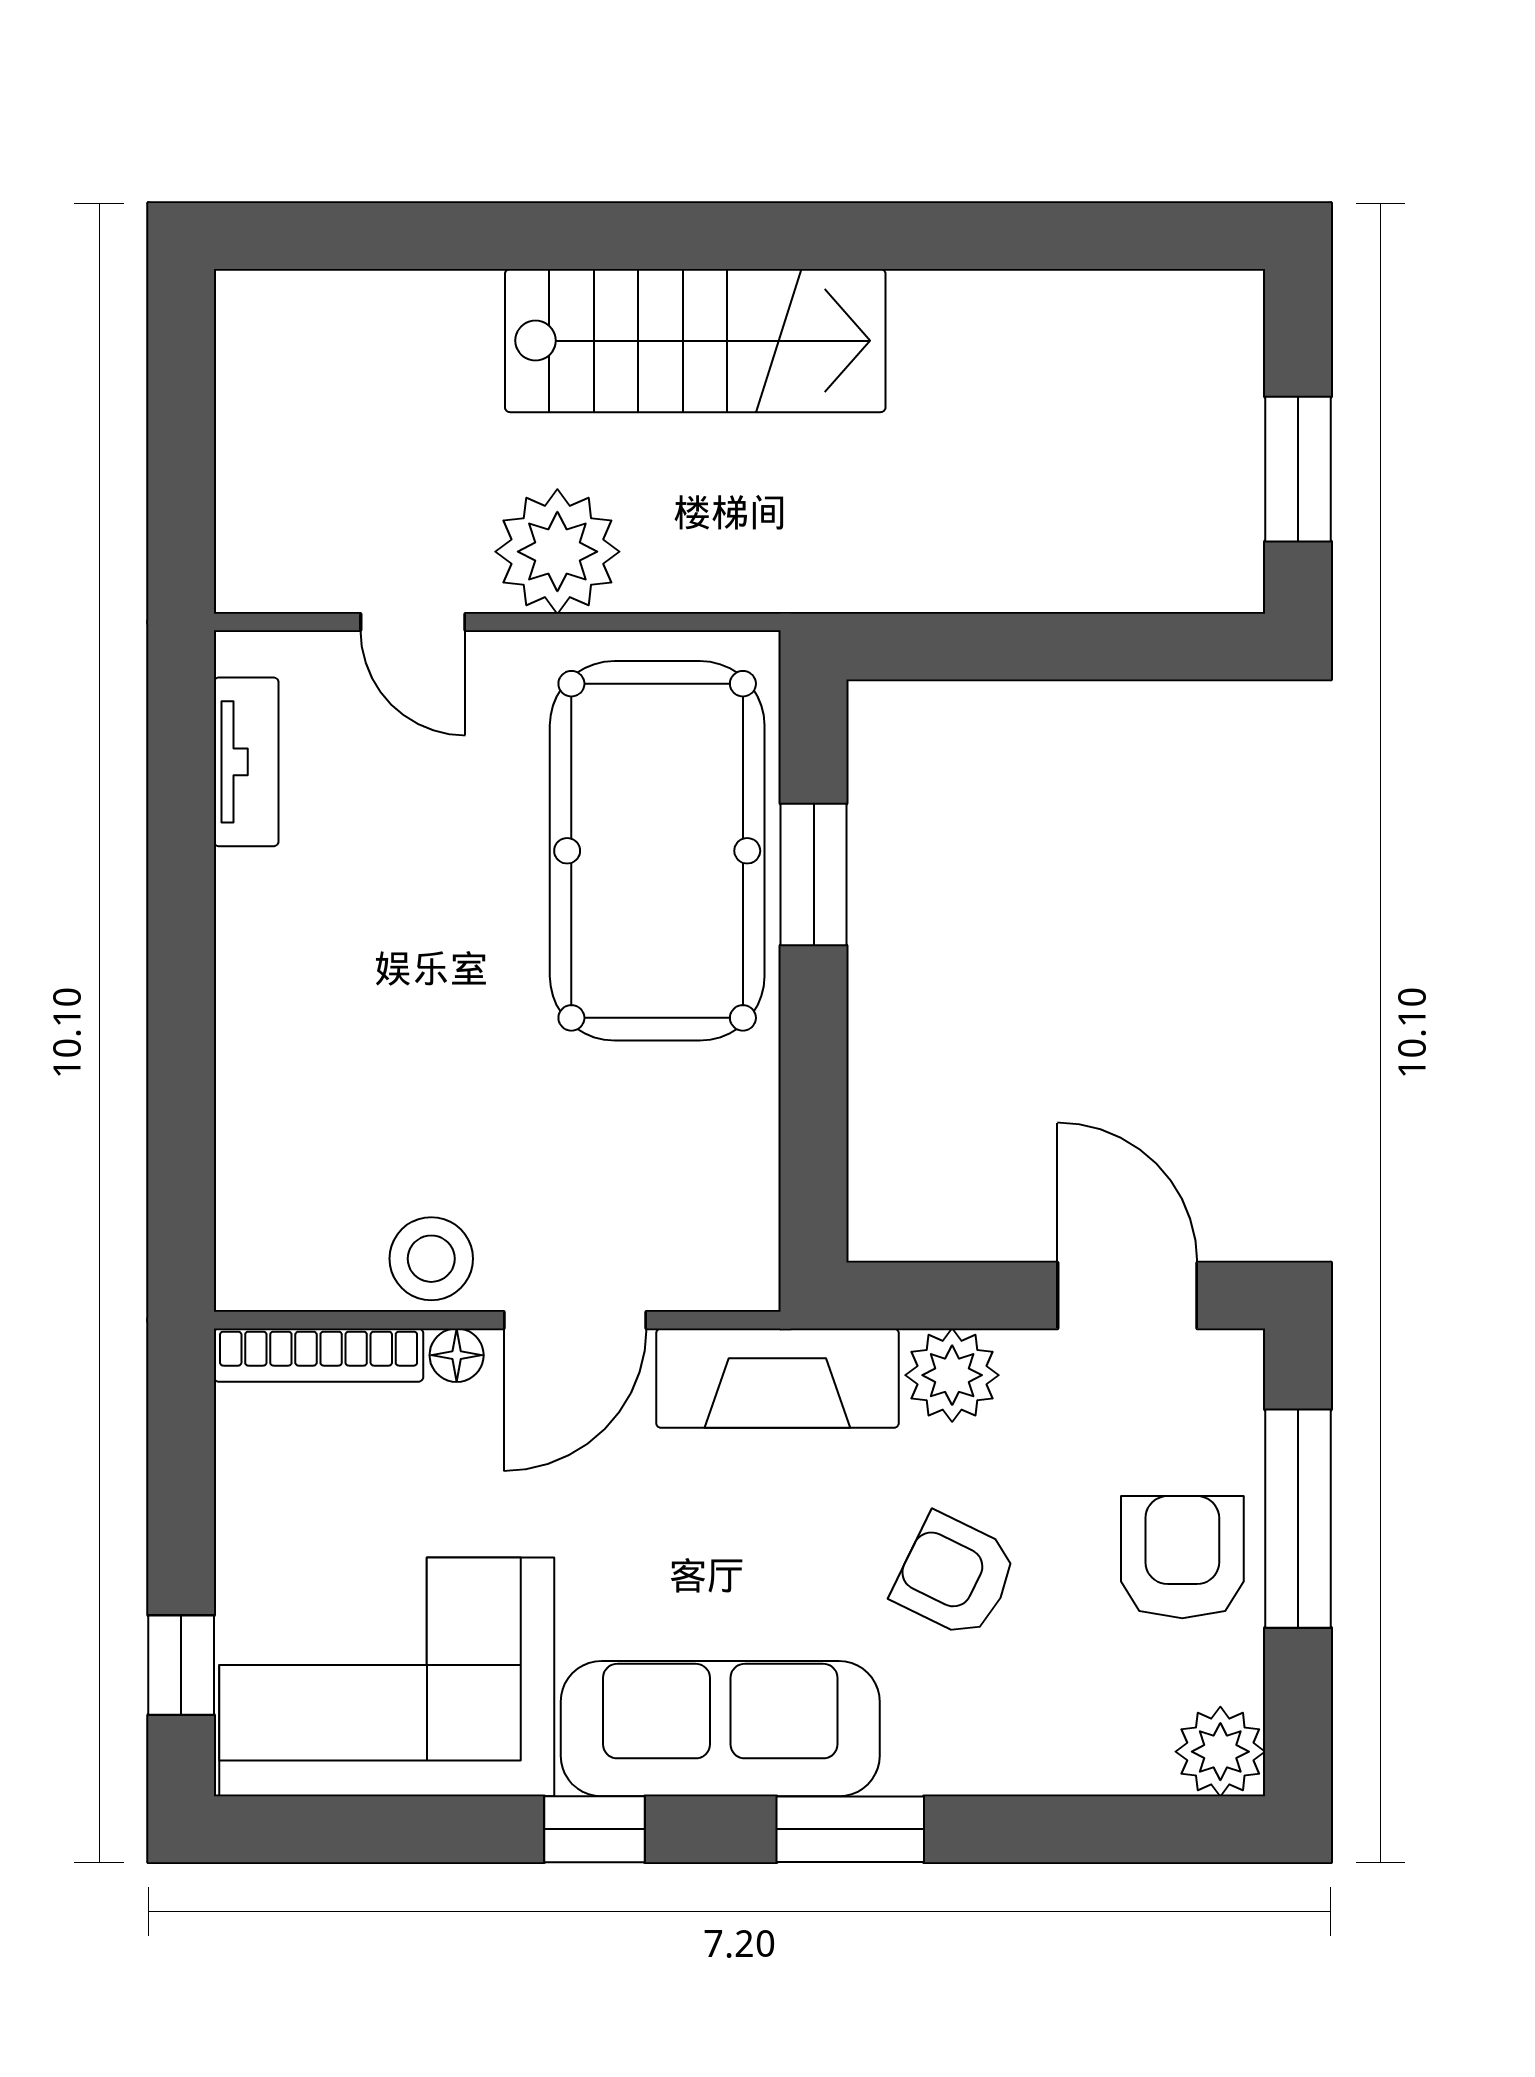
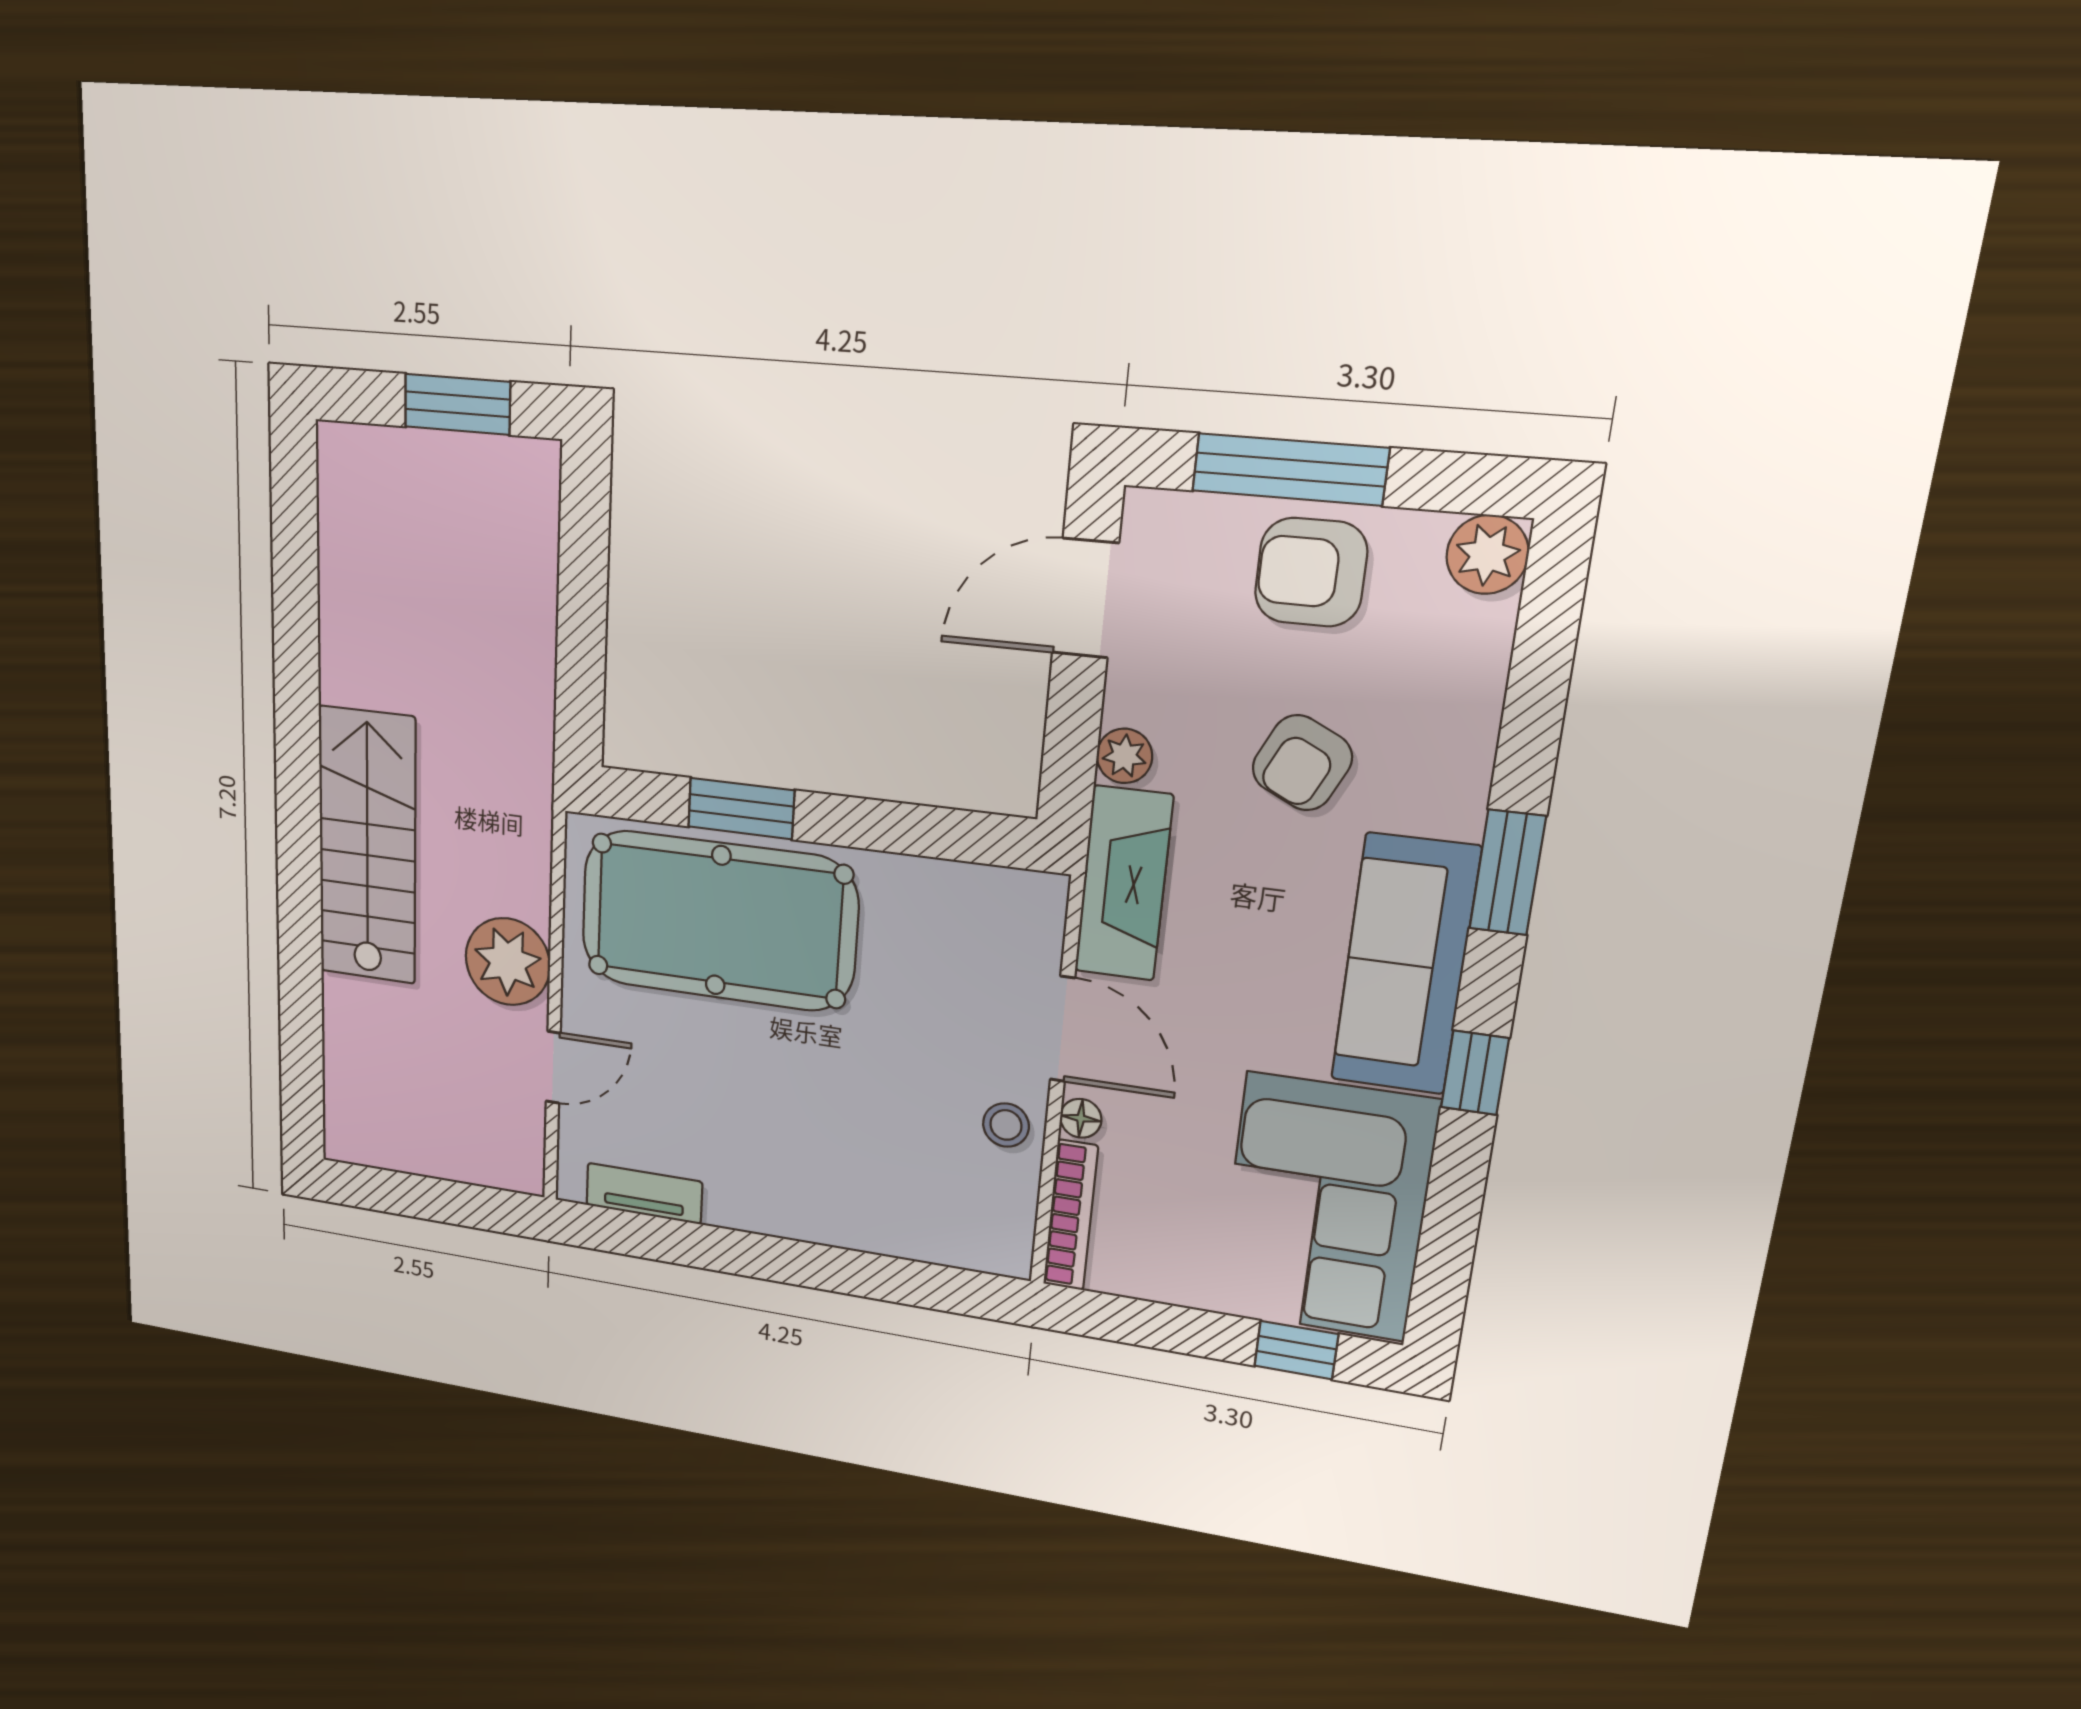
stool: (431, 1259) -> (1006, 1125), width x0.73, depth x0.73
plant: (952, 1375) -> (1124, 756), width x0.73, depth x0.73

